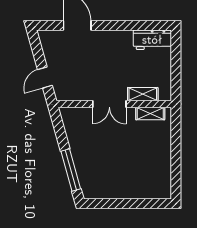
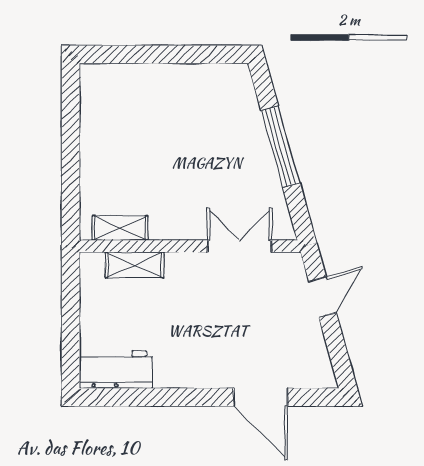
double door: (109, 104) -> (240, 246), moved
window: (71, 170) -> (280, 147), moved

